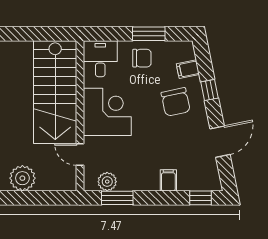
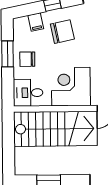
chair: (142, 58) -> (27, 59), turned -90

